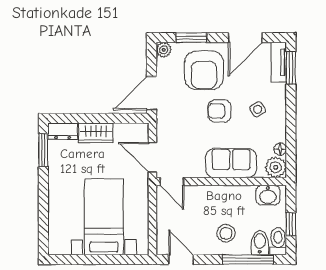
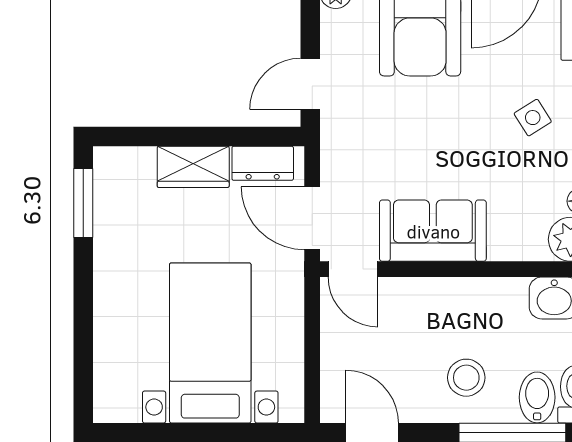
door: (152, 93) -> (310, 84), width x0.73
armchair: (219, 111) -> (452, 121), removed
dresser: (63, 131) -> (263, 163), moved
sofa: (231, 163) -> (433, 231), moved

